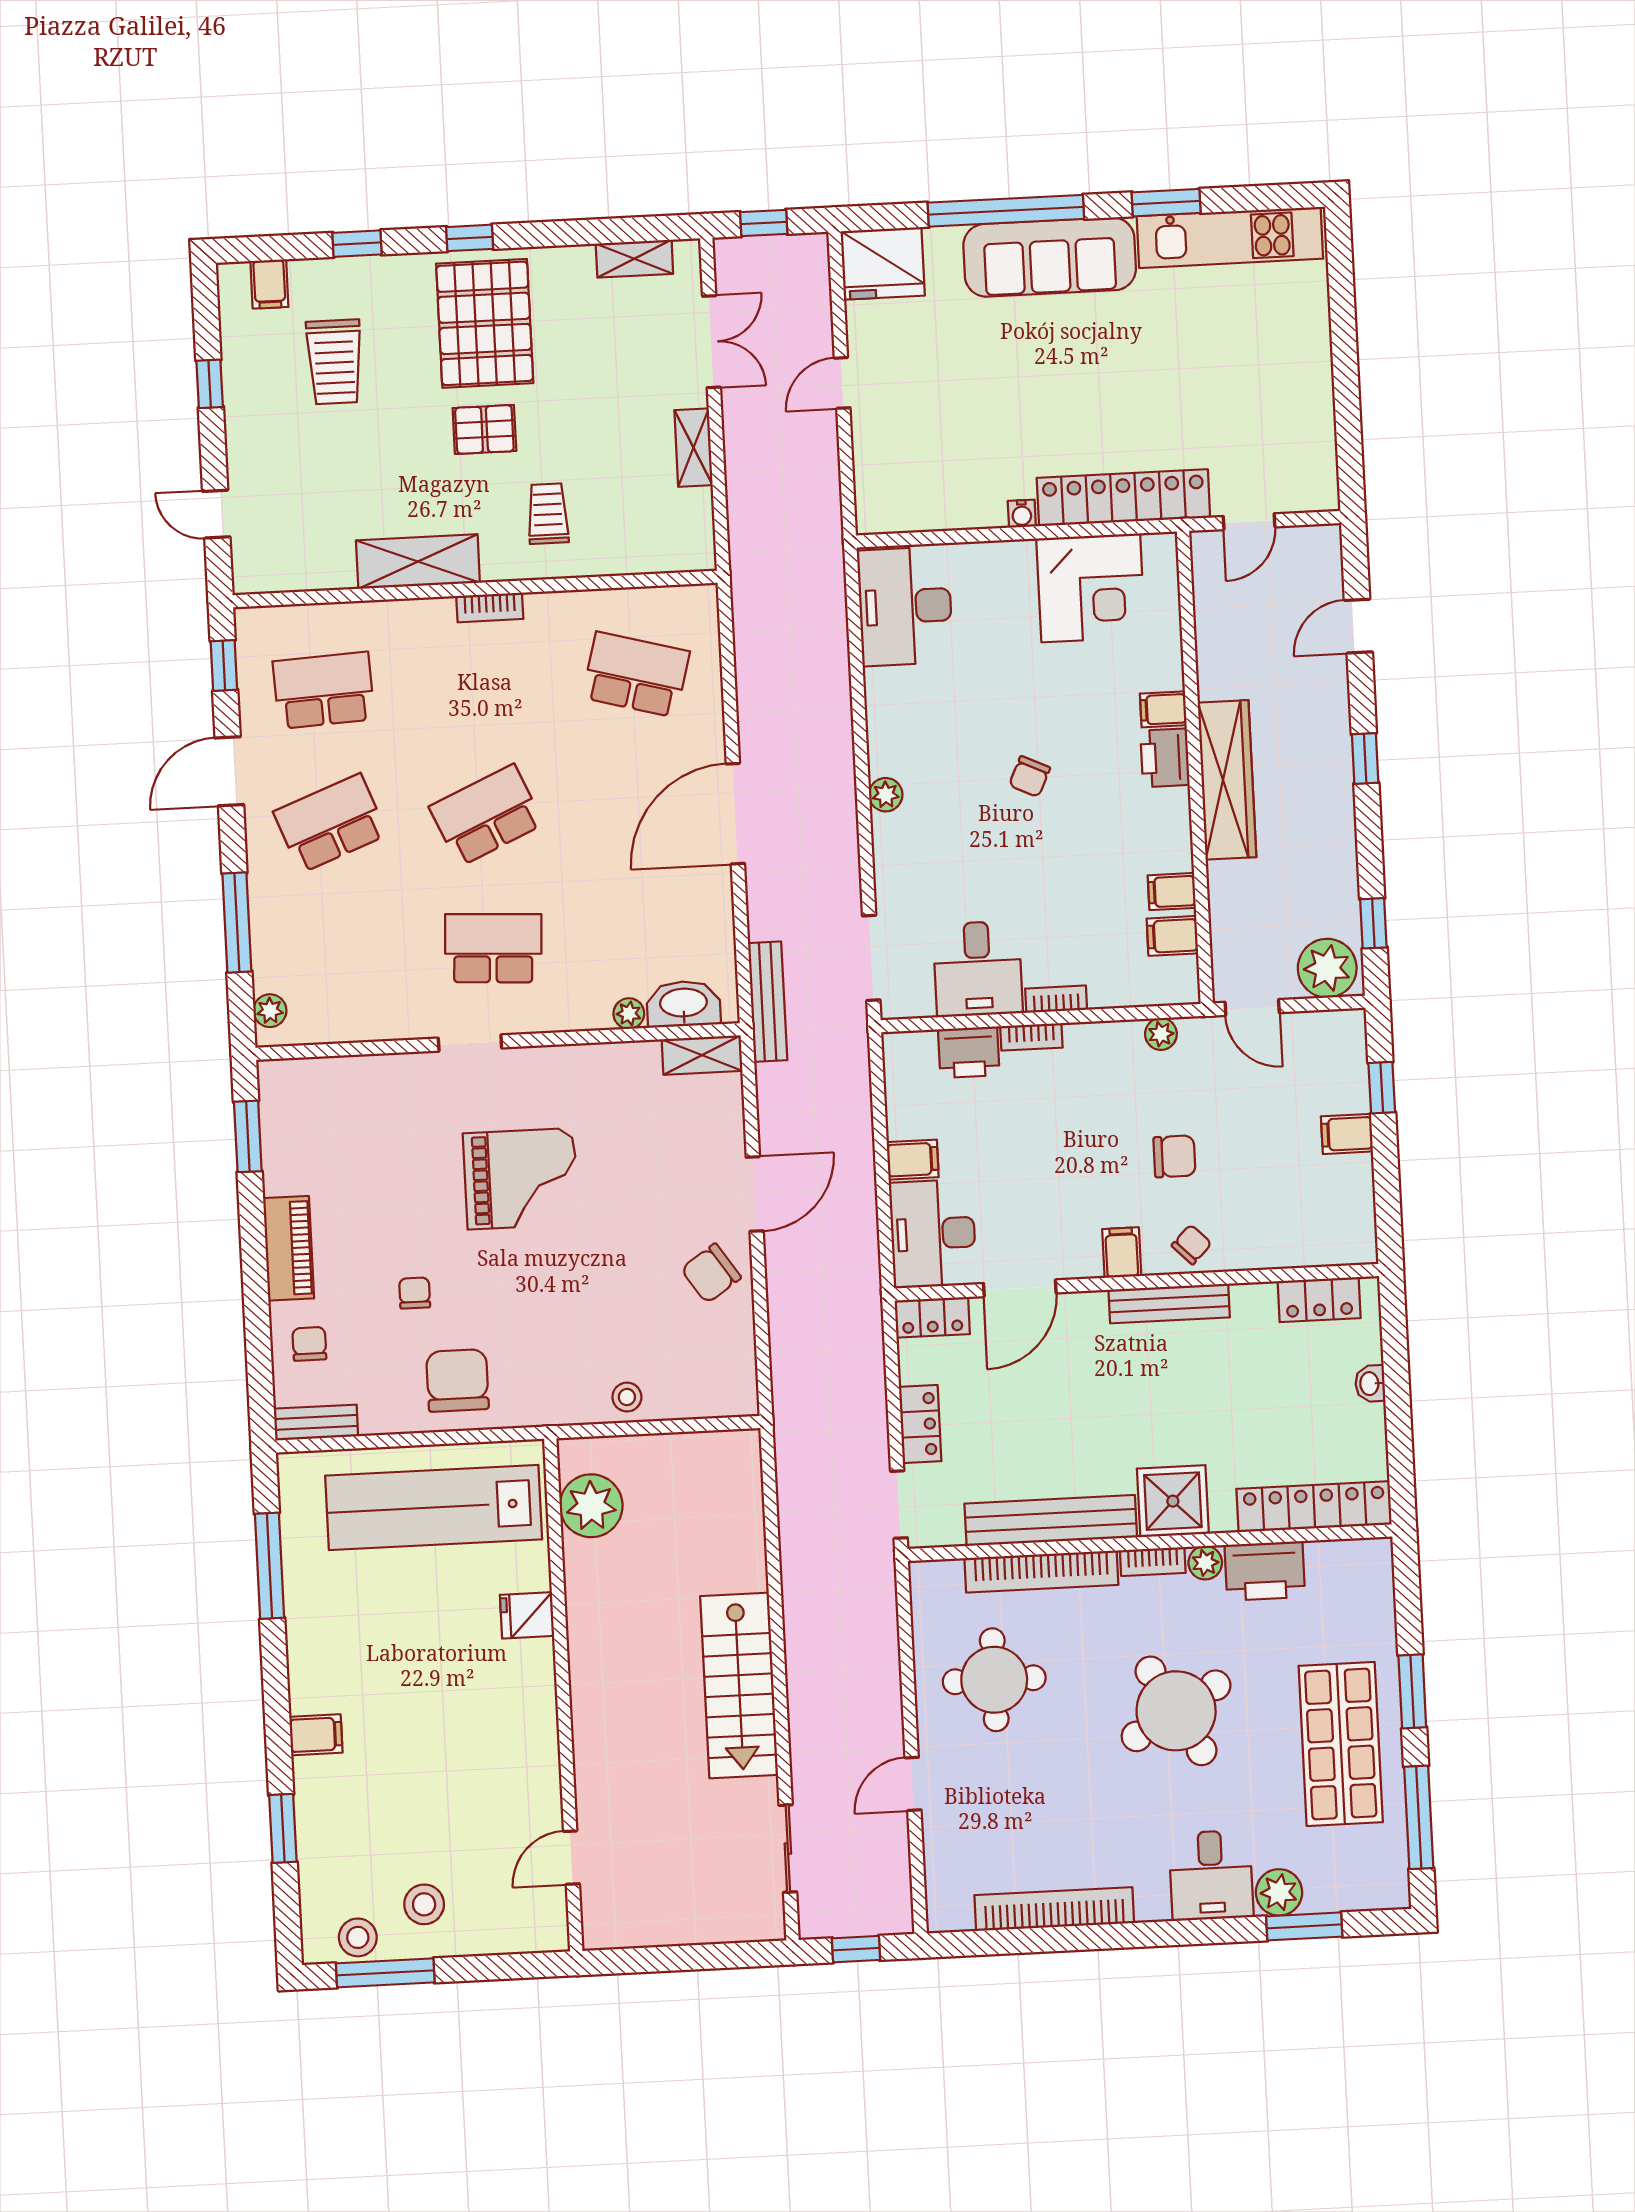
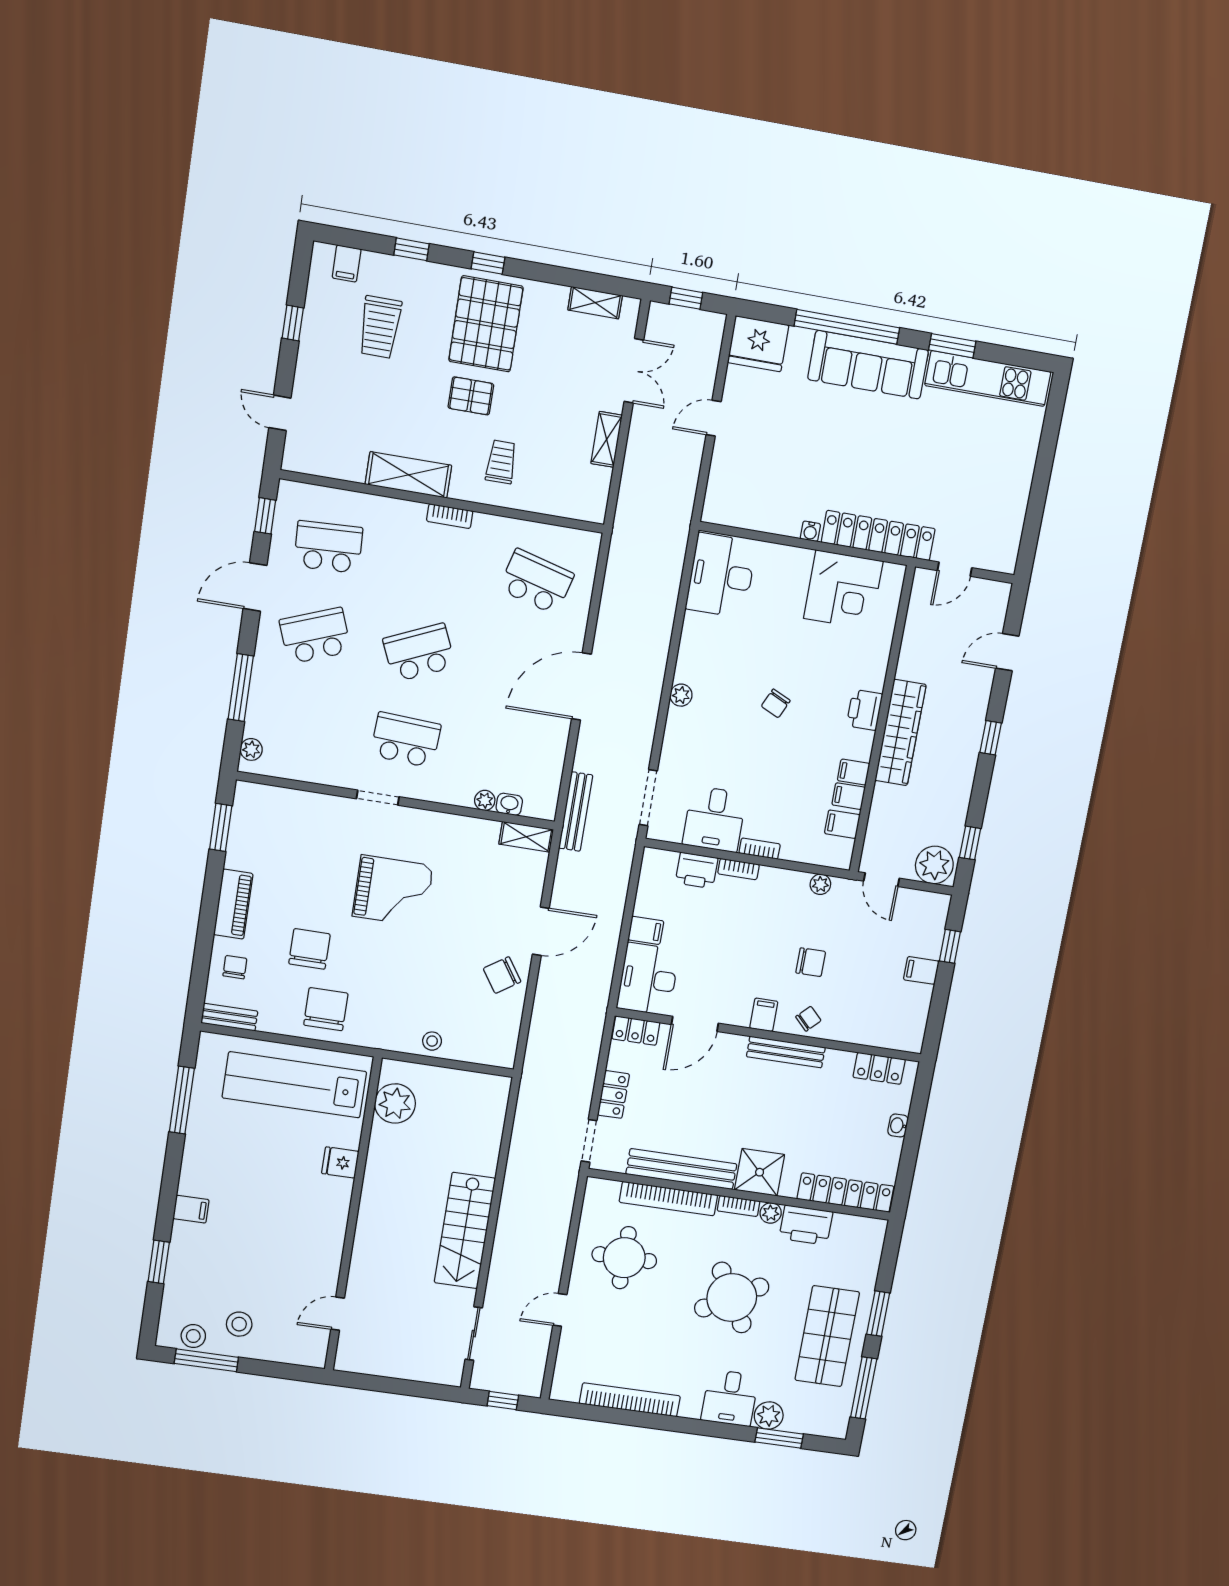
filing cabinet: (1163, 709) -> (854, 772), moved
washbasin: (683, 1004) -> (509, 804), width x0.52, depth x0.69
chair: (415, 1293) -> (309, 949), width x1.87, depth x1.87

